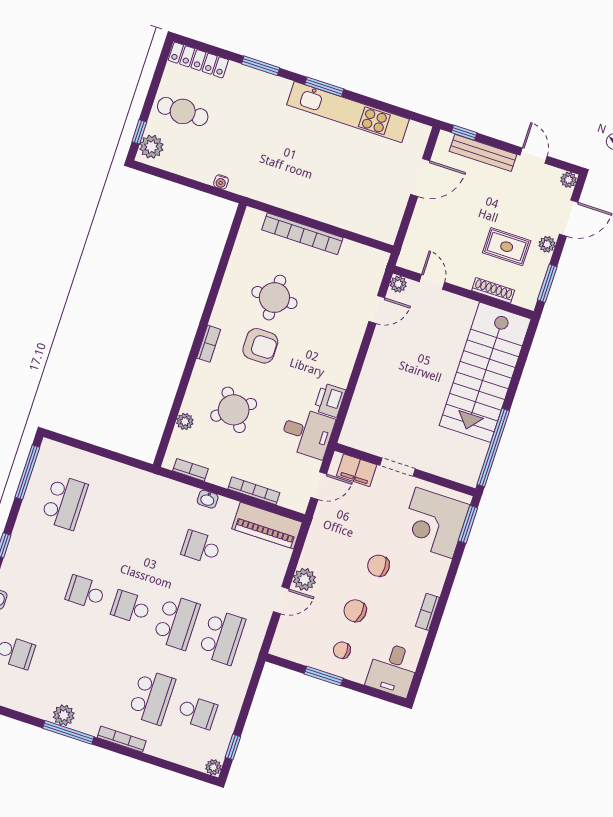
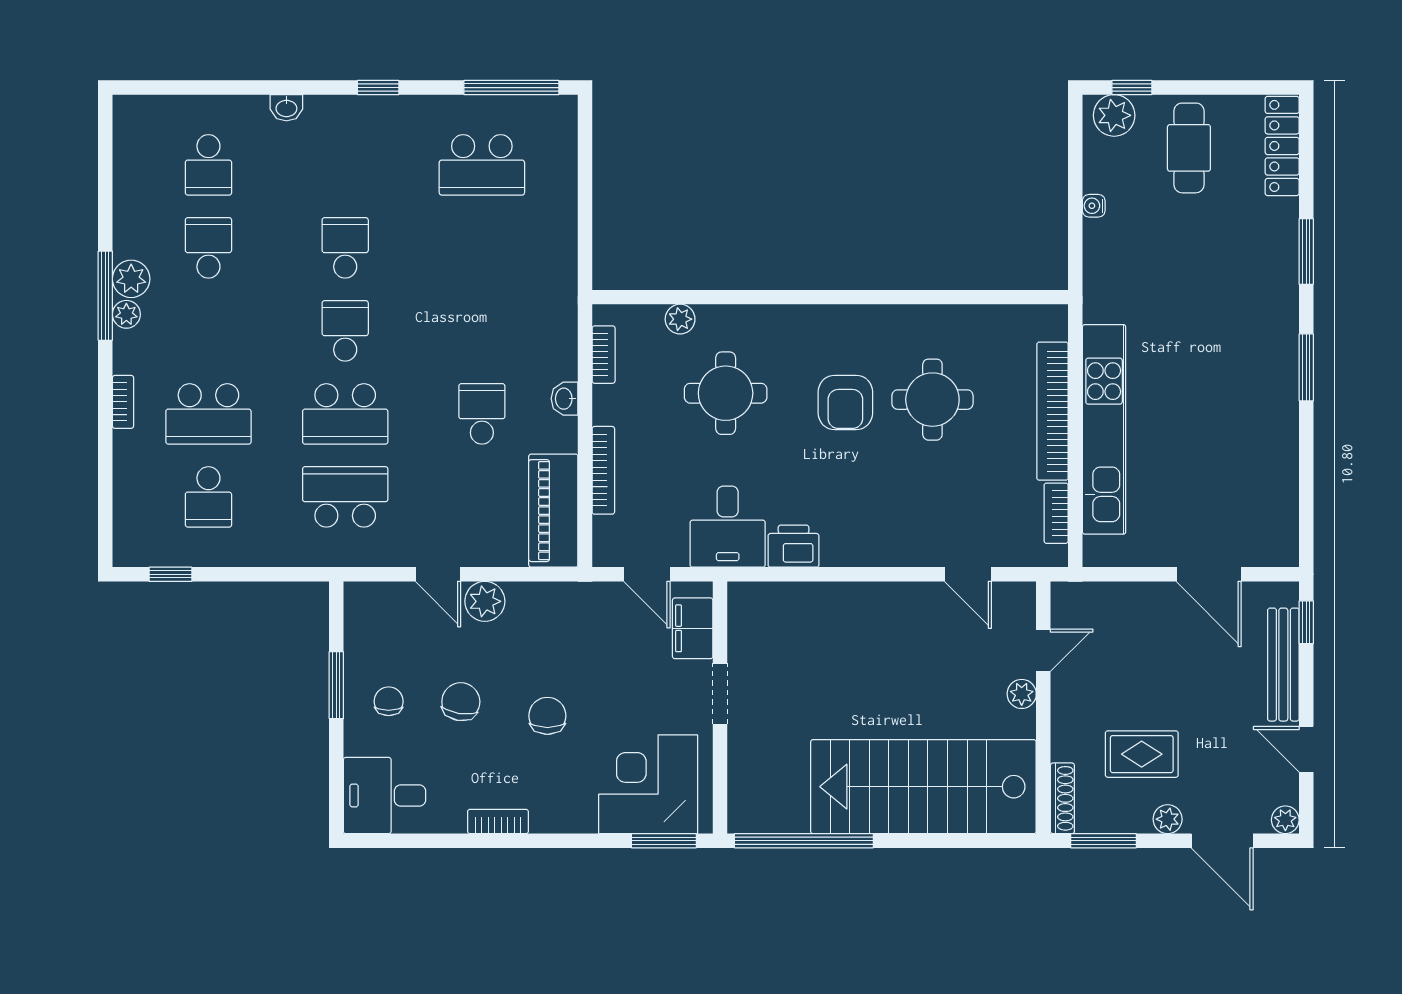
kitchen unit: (348, 112) -> (1104, 429), moved, turned 180
door: (534, 156) -> (1306, 749), swing flipped
water cooler: (221, 182) -> (1094, 206), moved
rug: (507, 247) -> (1142, 754), turned 90
plant: (398, 284) -> (1022, 694), moved
shoe rack: (493, 290) -> (1062, 798), moved
bookcase: (209, 344) -> (1056, 513), moved, turned 90
round table: (234, 410) -> (726, 393), turned 37
school desk: (222, 637) -> (345, 497), turned 180
school desk: (61, 667) -> (208, 248), added
bookcase: (122, 739) -> (123, 402), width x0.64
plant: (213, 767) -> (126, 314), moved

